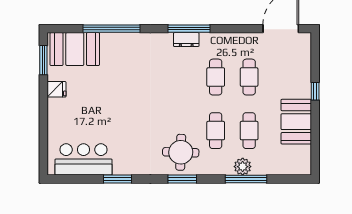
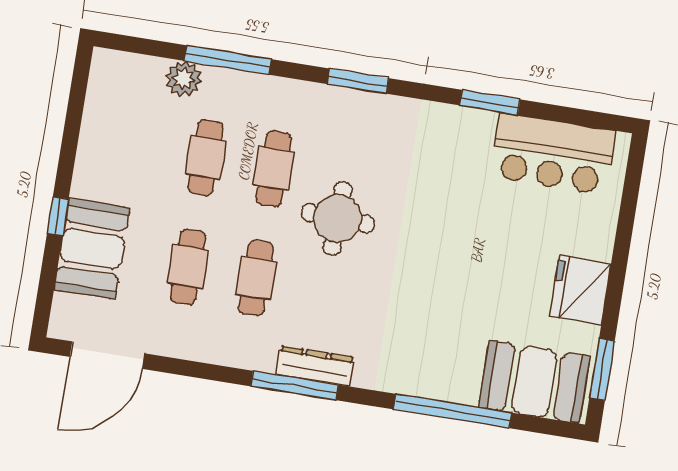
dresser: (186, 40) -> (315, 366), width x1.44
fridge: (57, 89) -> (580, 290), width x1.88, depth x1.34
booth: (296, 122) -> (92, 249), moved
round table: (181, 152) -> (338, 218), moved
plant: (243, 167) -> (183, 79), moved

